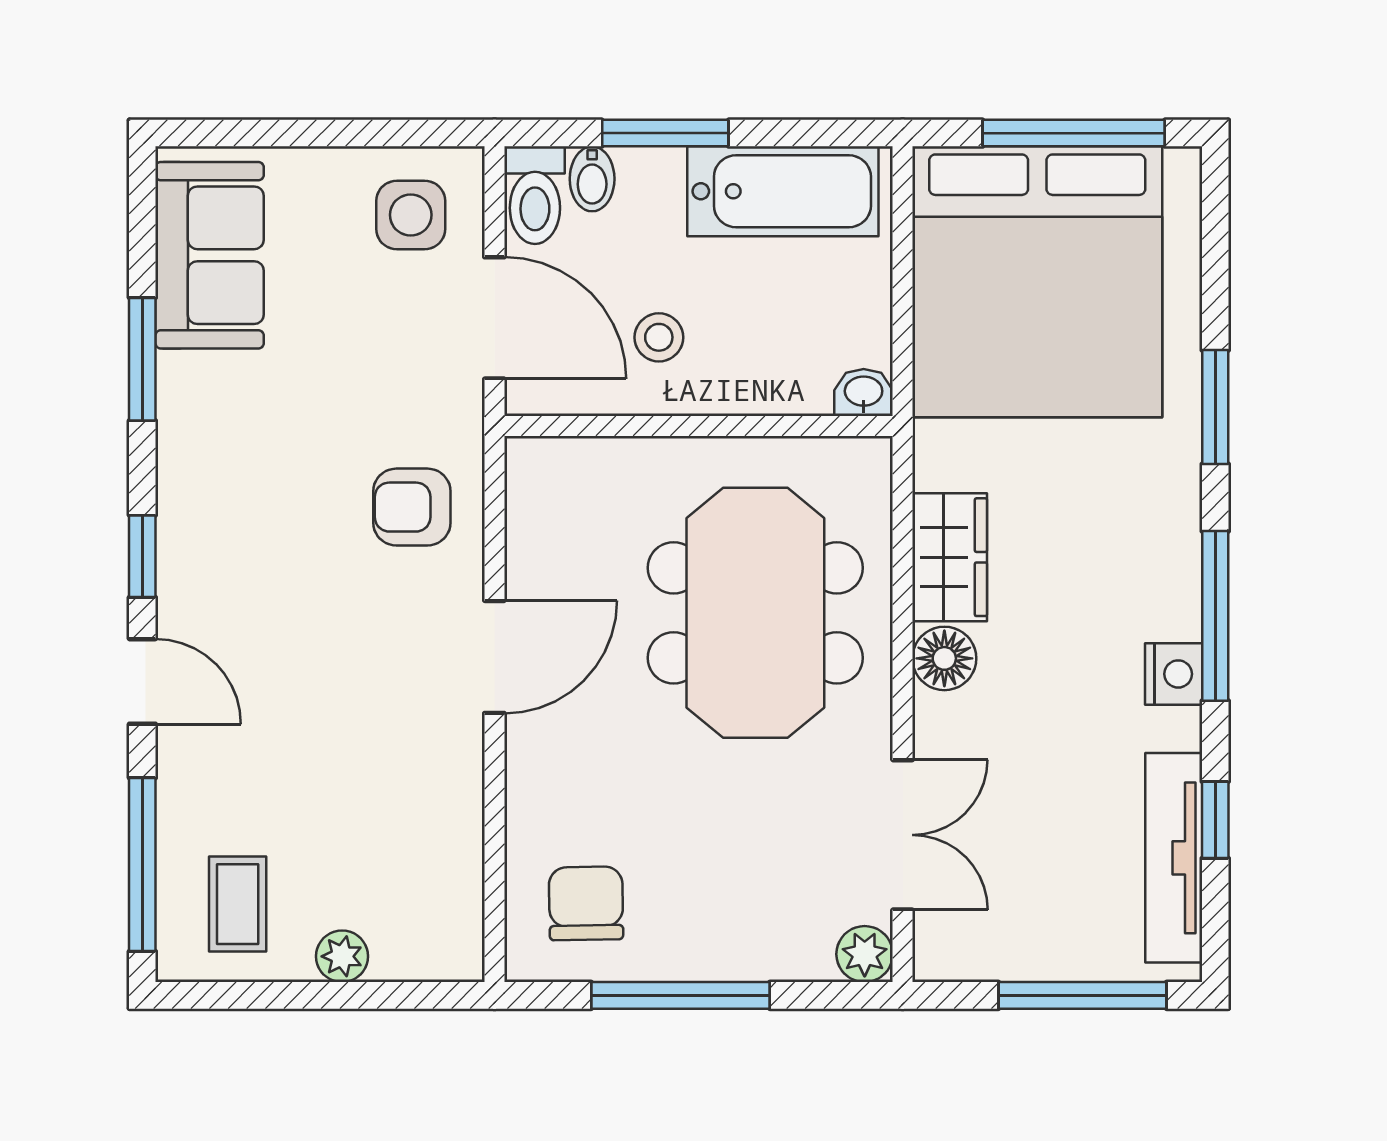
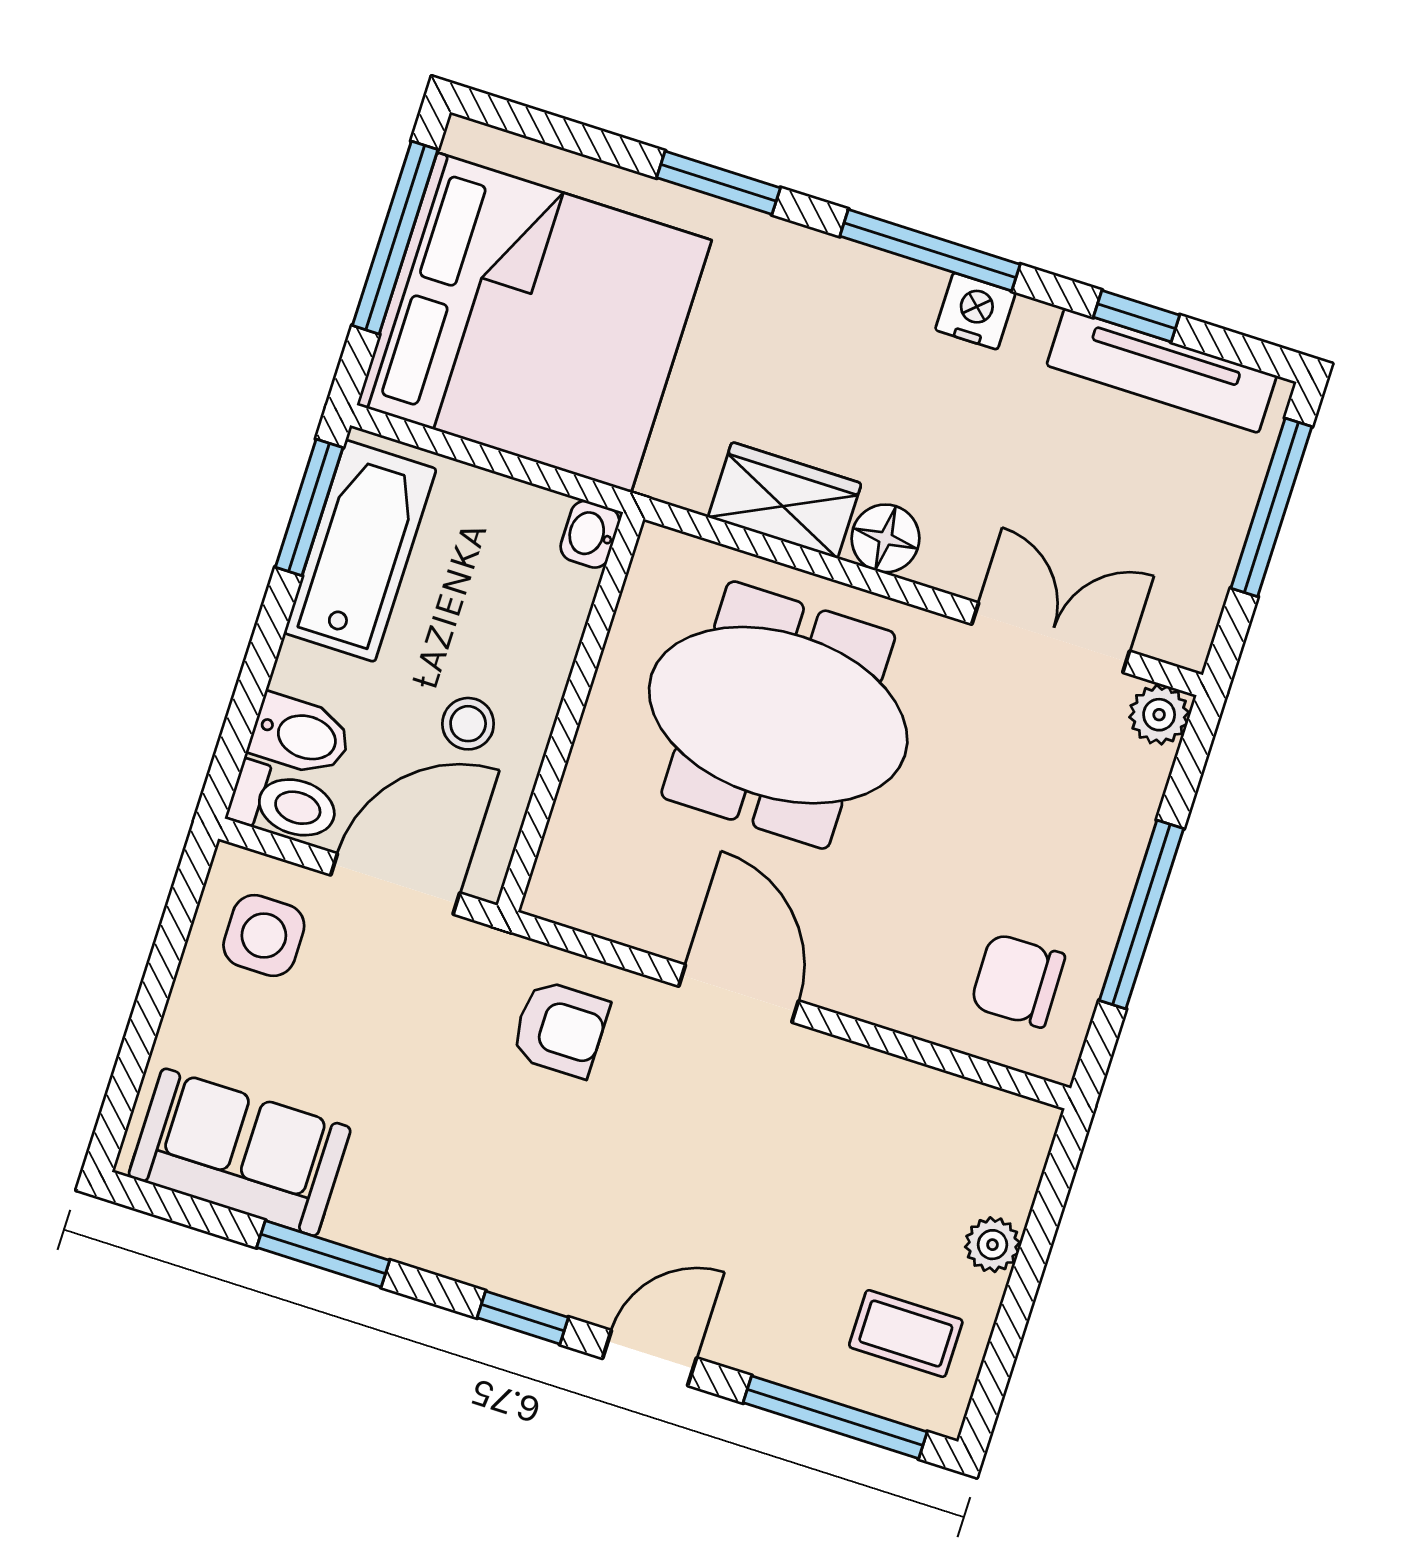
window: (665, 133) -> (309, 507), moved
bidet: (592, 179) -> (301, 735), width x1.38, depth x1.36
armchair: (412, 507) -> (560, 1029), turned -90

